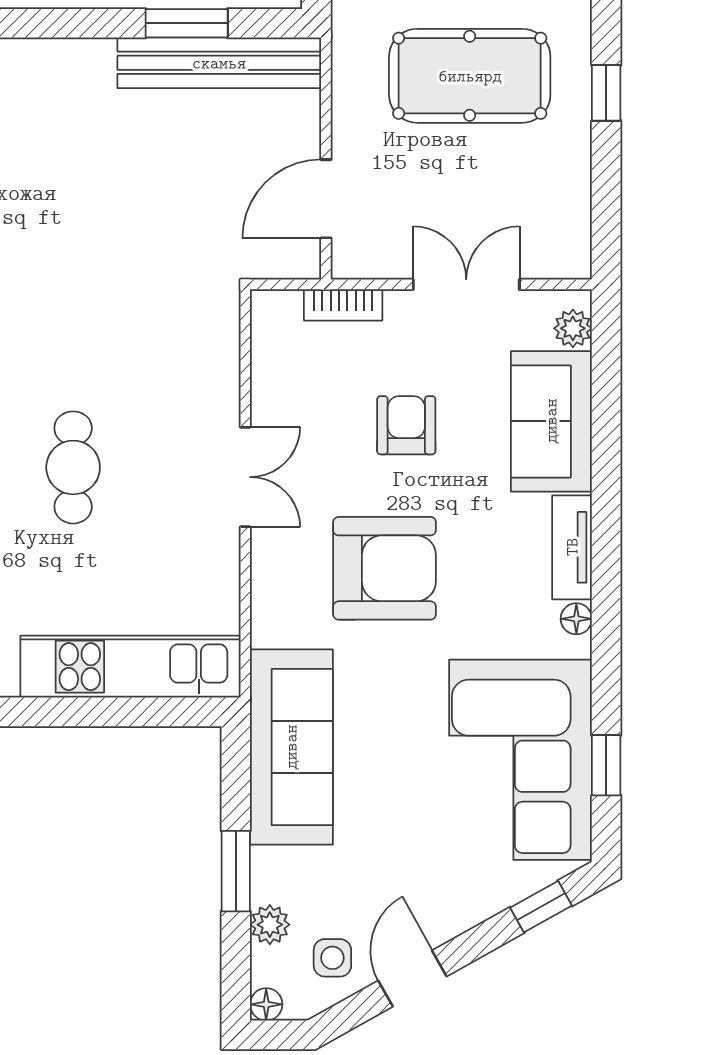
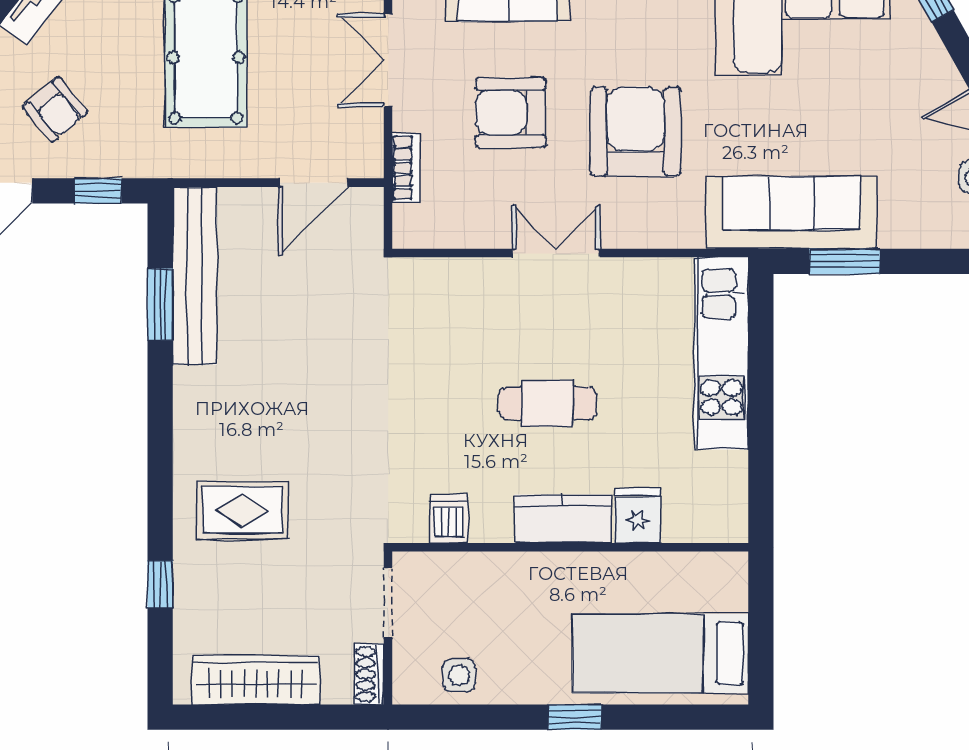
door: (326, 199) -> (313, 183), hinge flipped
armchair: (406, 425) -> (511, 113), width x1.38, depth x1.38
window: (236, 871) -> (845, 261), moved
plant: (270, 925) -> (946, 232), removed

